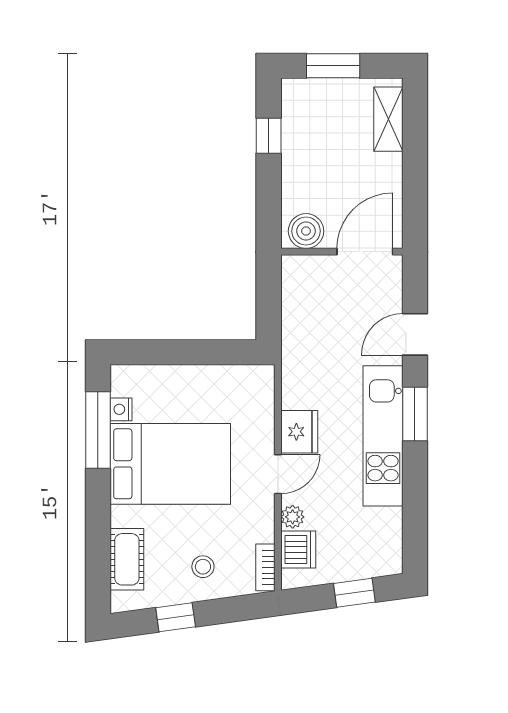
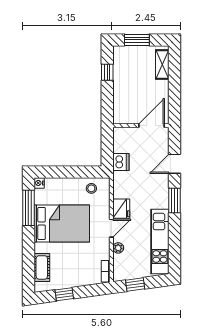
boiler: (306, 231) -> (124, 116), removed
nightstand: (121, 409) -> (39, 183), moved
kitchen unit: (383, 436) -> (160, 242), moved
dishwasher: (298, 550) -> (121, 162), moved
stool: (203, 567) -> (91, 188), moved
window: (354, 593) -> (135, 284), moved

